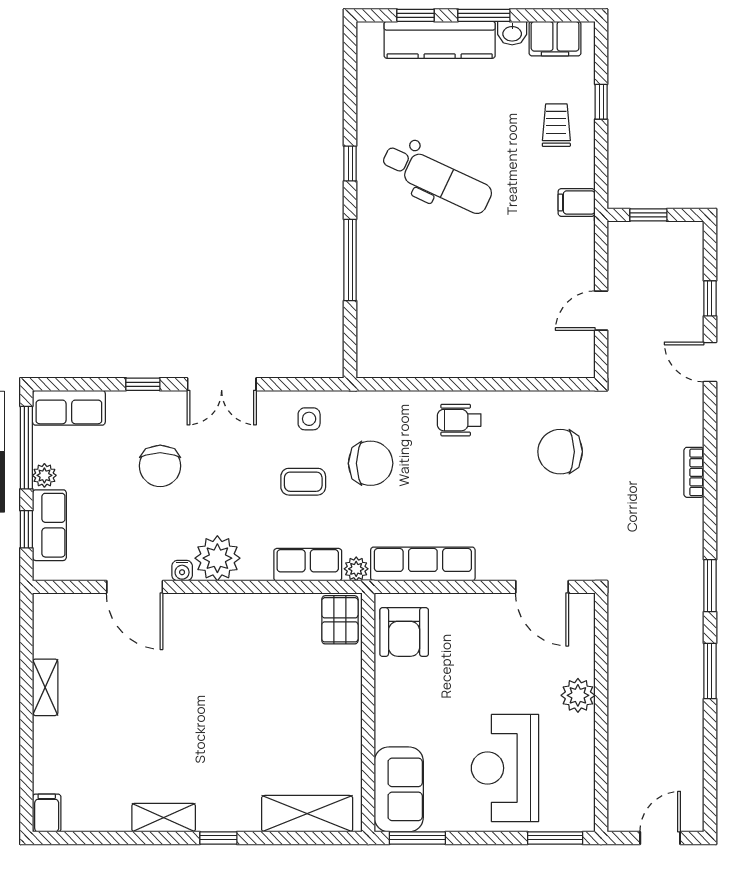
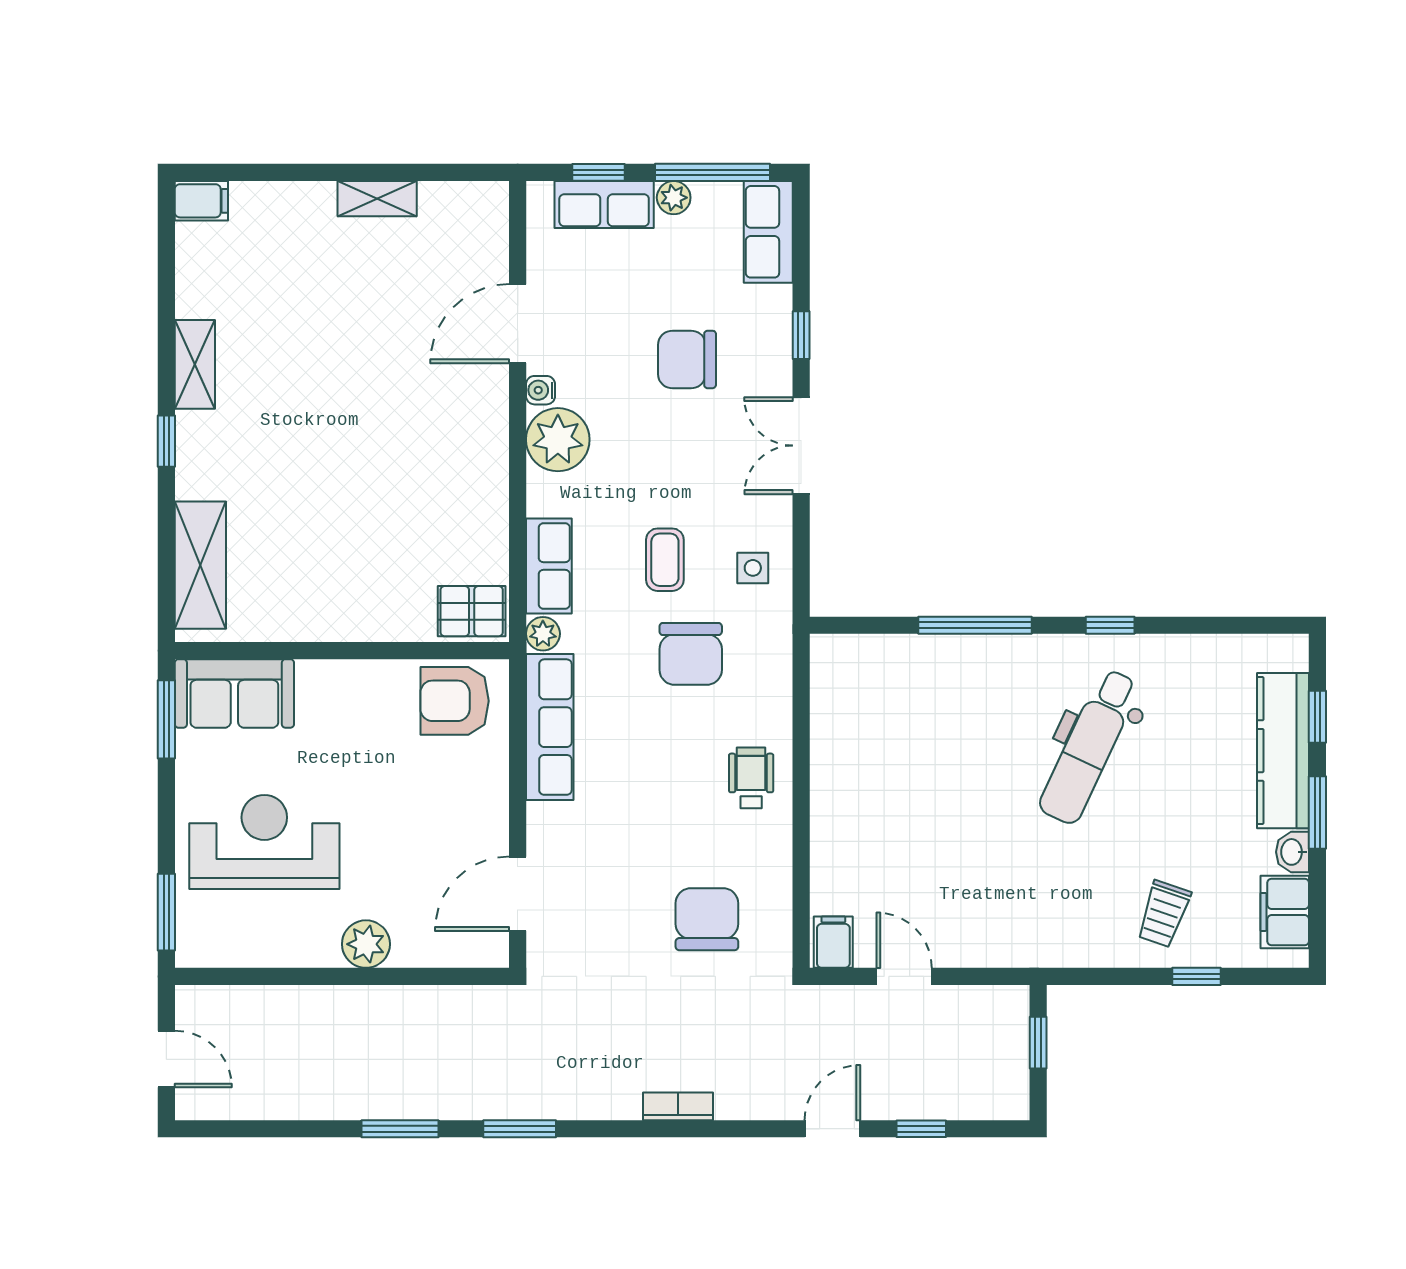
trolley: (556, 125) -> (1164, 914), turned 109
filing cabinet: (577, 202) -> (833, 942), moved

